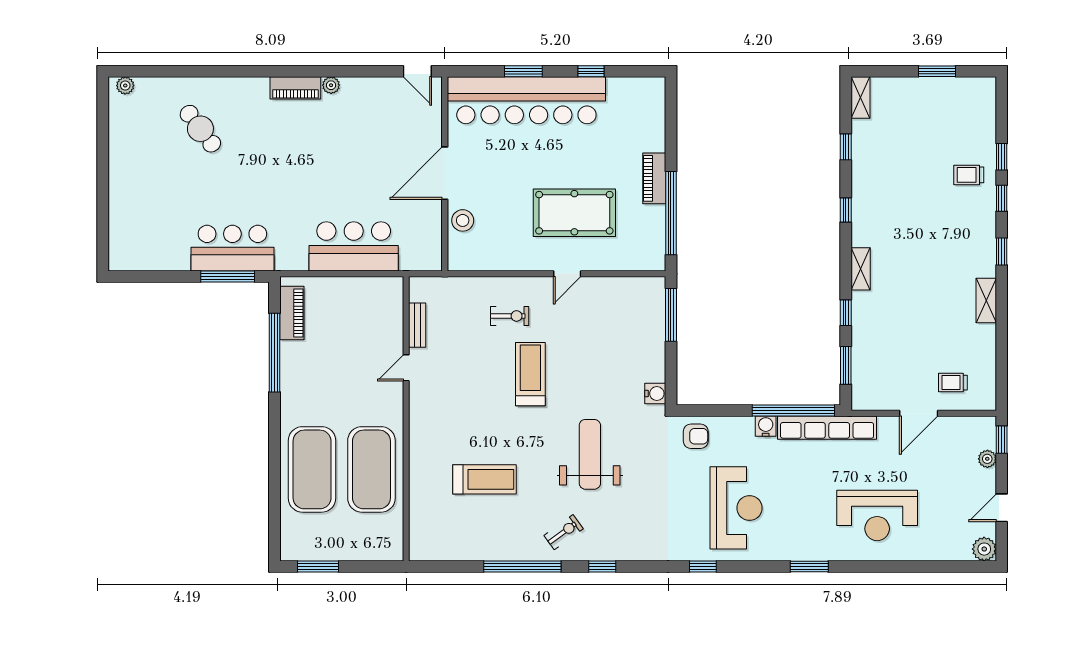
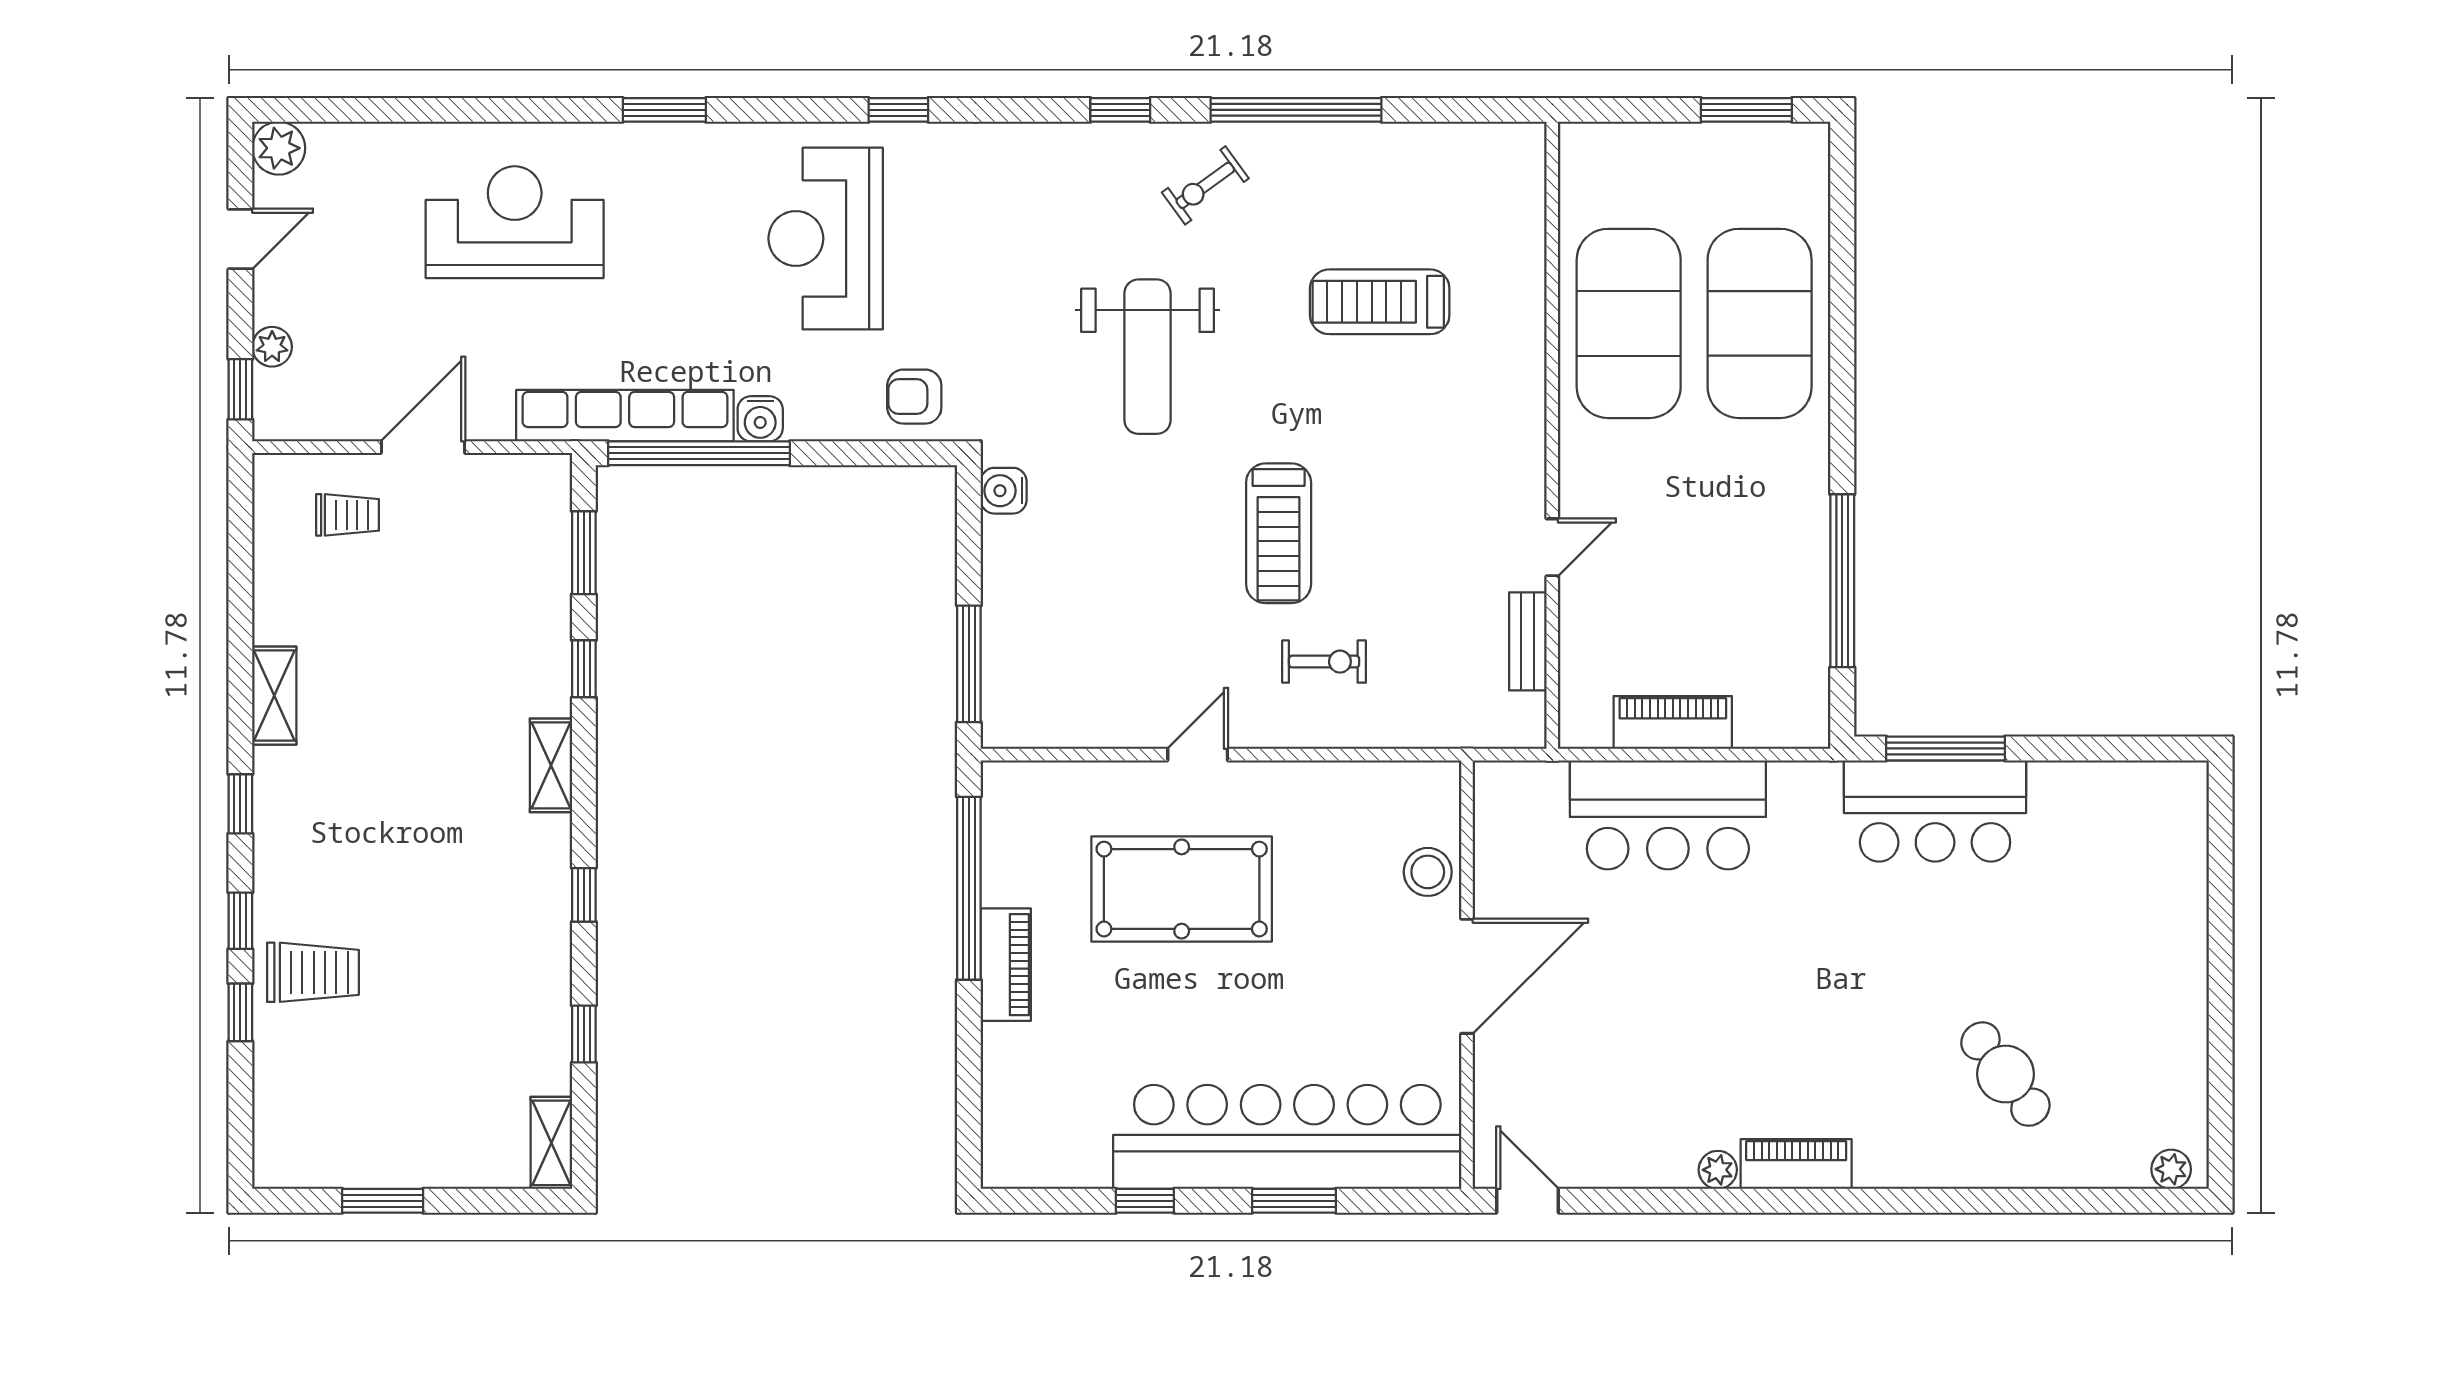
trolley: (969, 175) -> (313, 972), width x1.36, depth x1.39
piano: (292, 313) -> (1673, 722), moved, turned 90
exercise bike: (510, 316) -> (1324, 662), turned 180

